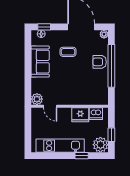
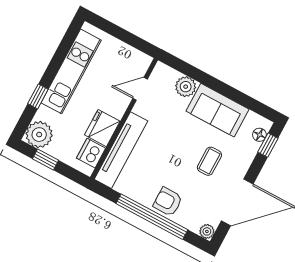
armchair: (100, 62) -> (168, 202), turned -90
plant: (37, 99) -> (186, 87), moved
tv unit: (86, 99) -> (121, 150), added

